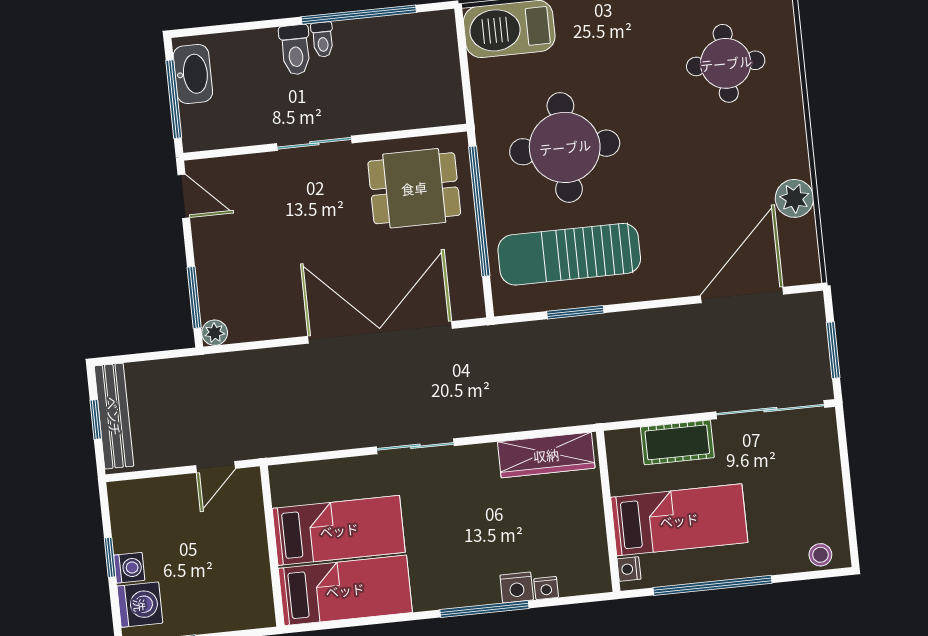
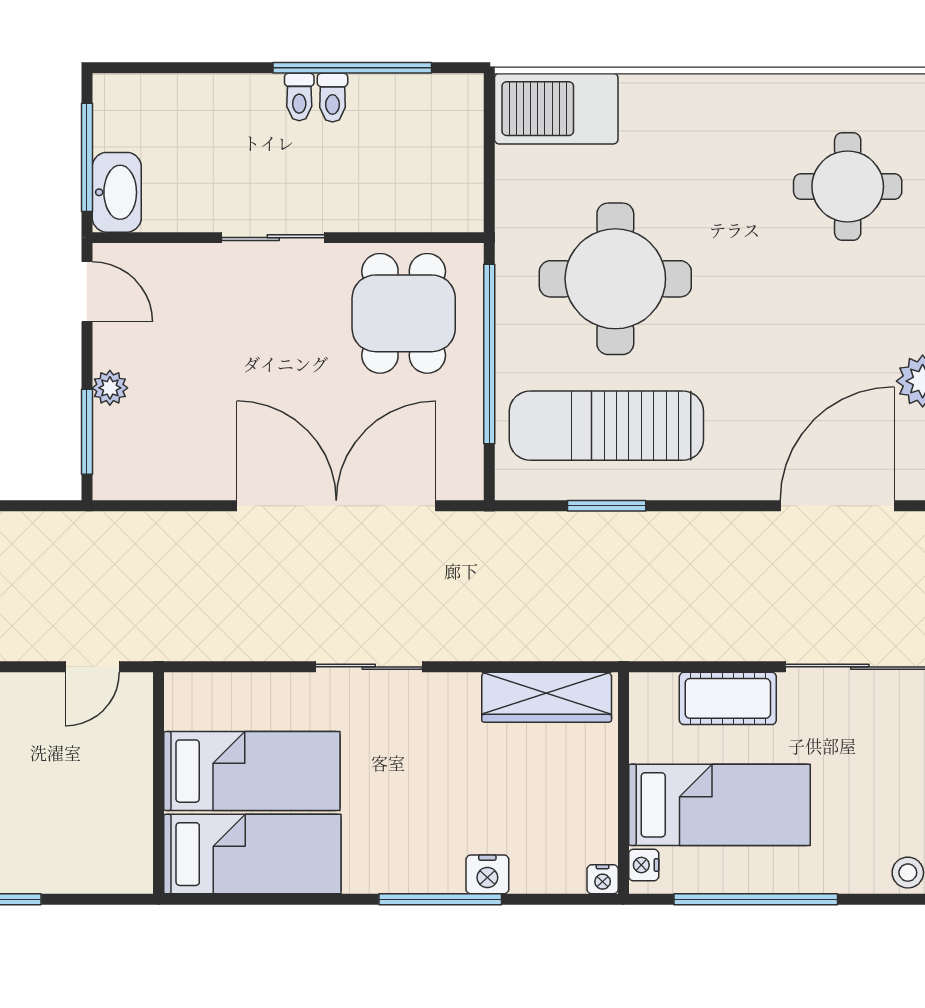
toilet: (295, 50) -> (332, 98), moved, width x0.73, depth x0.72
washbasin: (193, 74) -> (117, 192), moved
dining table: (414, 188) -> (404, 313), turned 90
plant: (215, 333) -> (110, 388), moved
nightstand: (546, 588) -> (603, 879), moved

